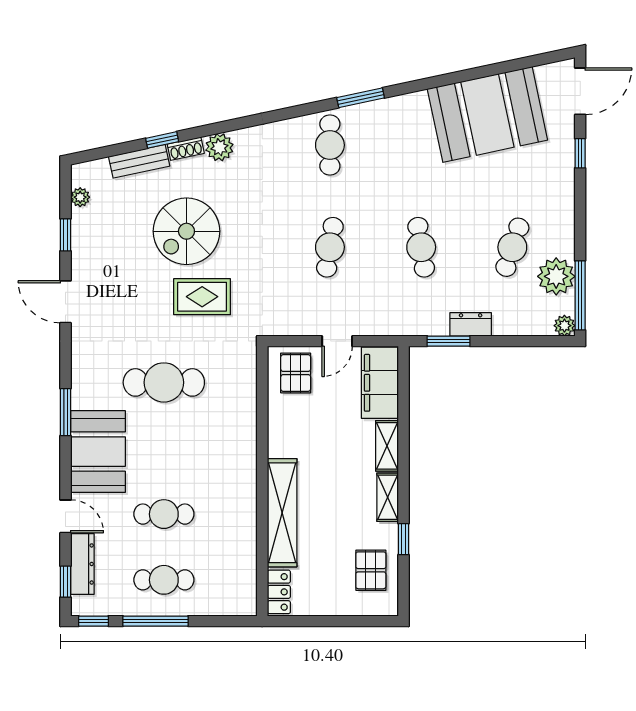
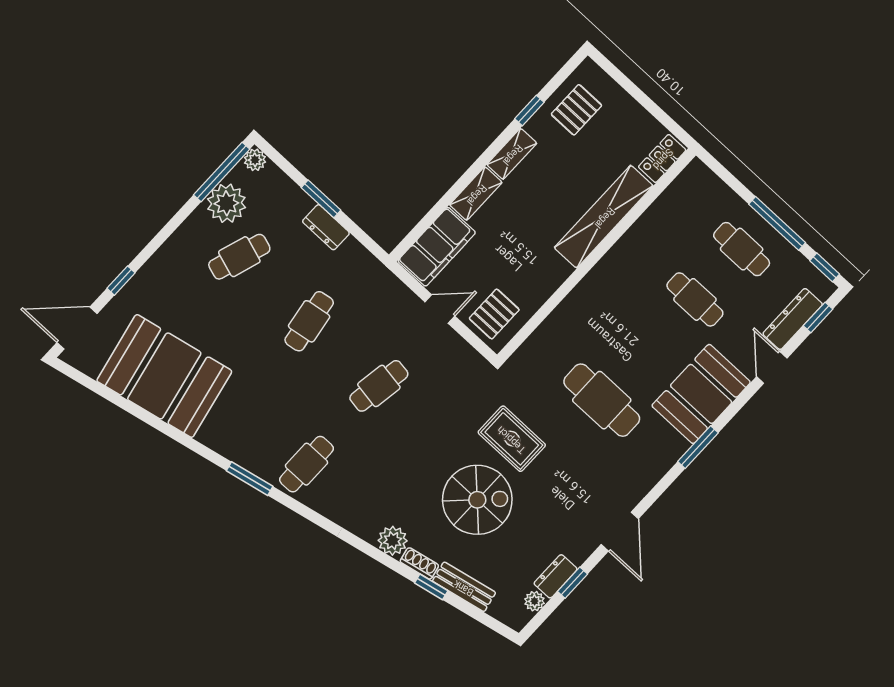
dresser: (82, 228) -> (556, 576), added
window: (449, 341) -> (321, 199), moved

